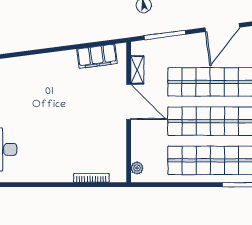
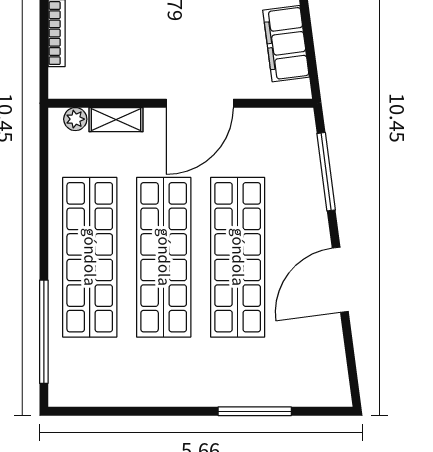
door: (222, 28) -> (340, 280), hinge flipped
shelving: (137, 70) -> (116, 120), moved

